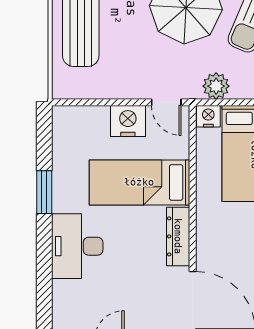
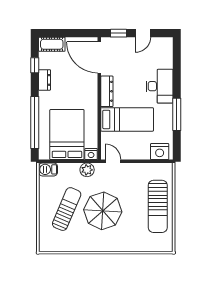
nightstand: (128, 121) -> (160, 152), moved
window: (44, 192) -> (177, 114), width x1.44

